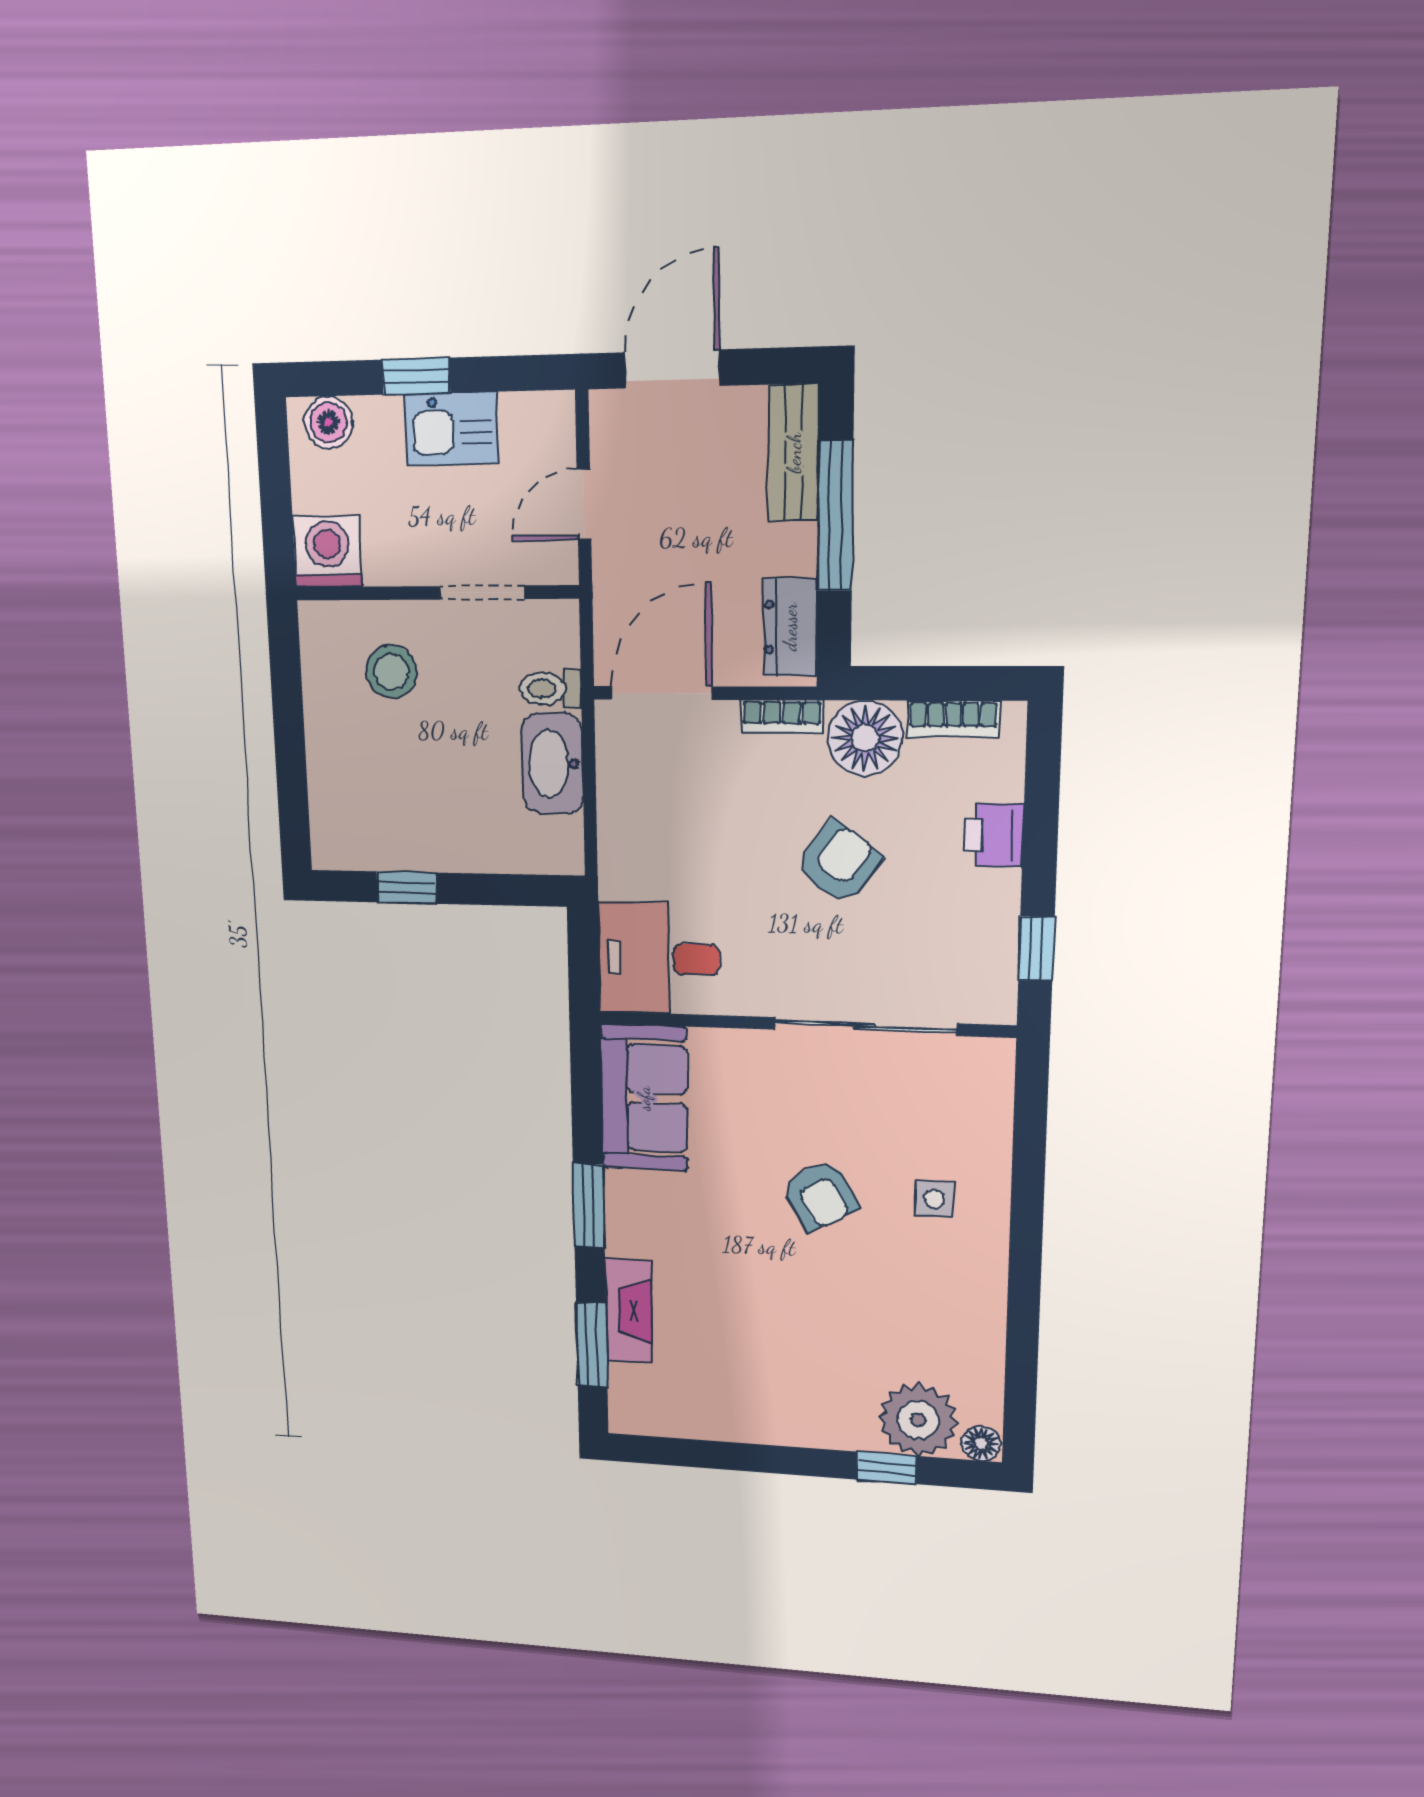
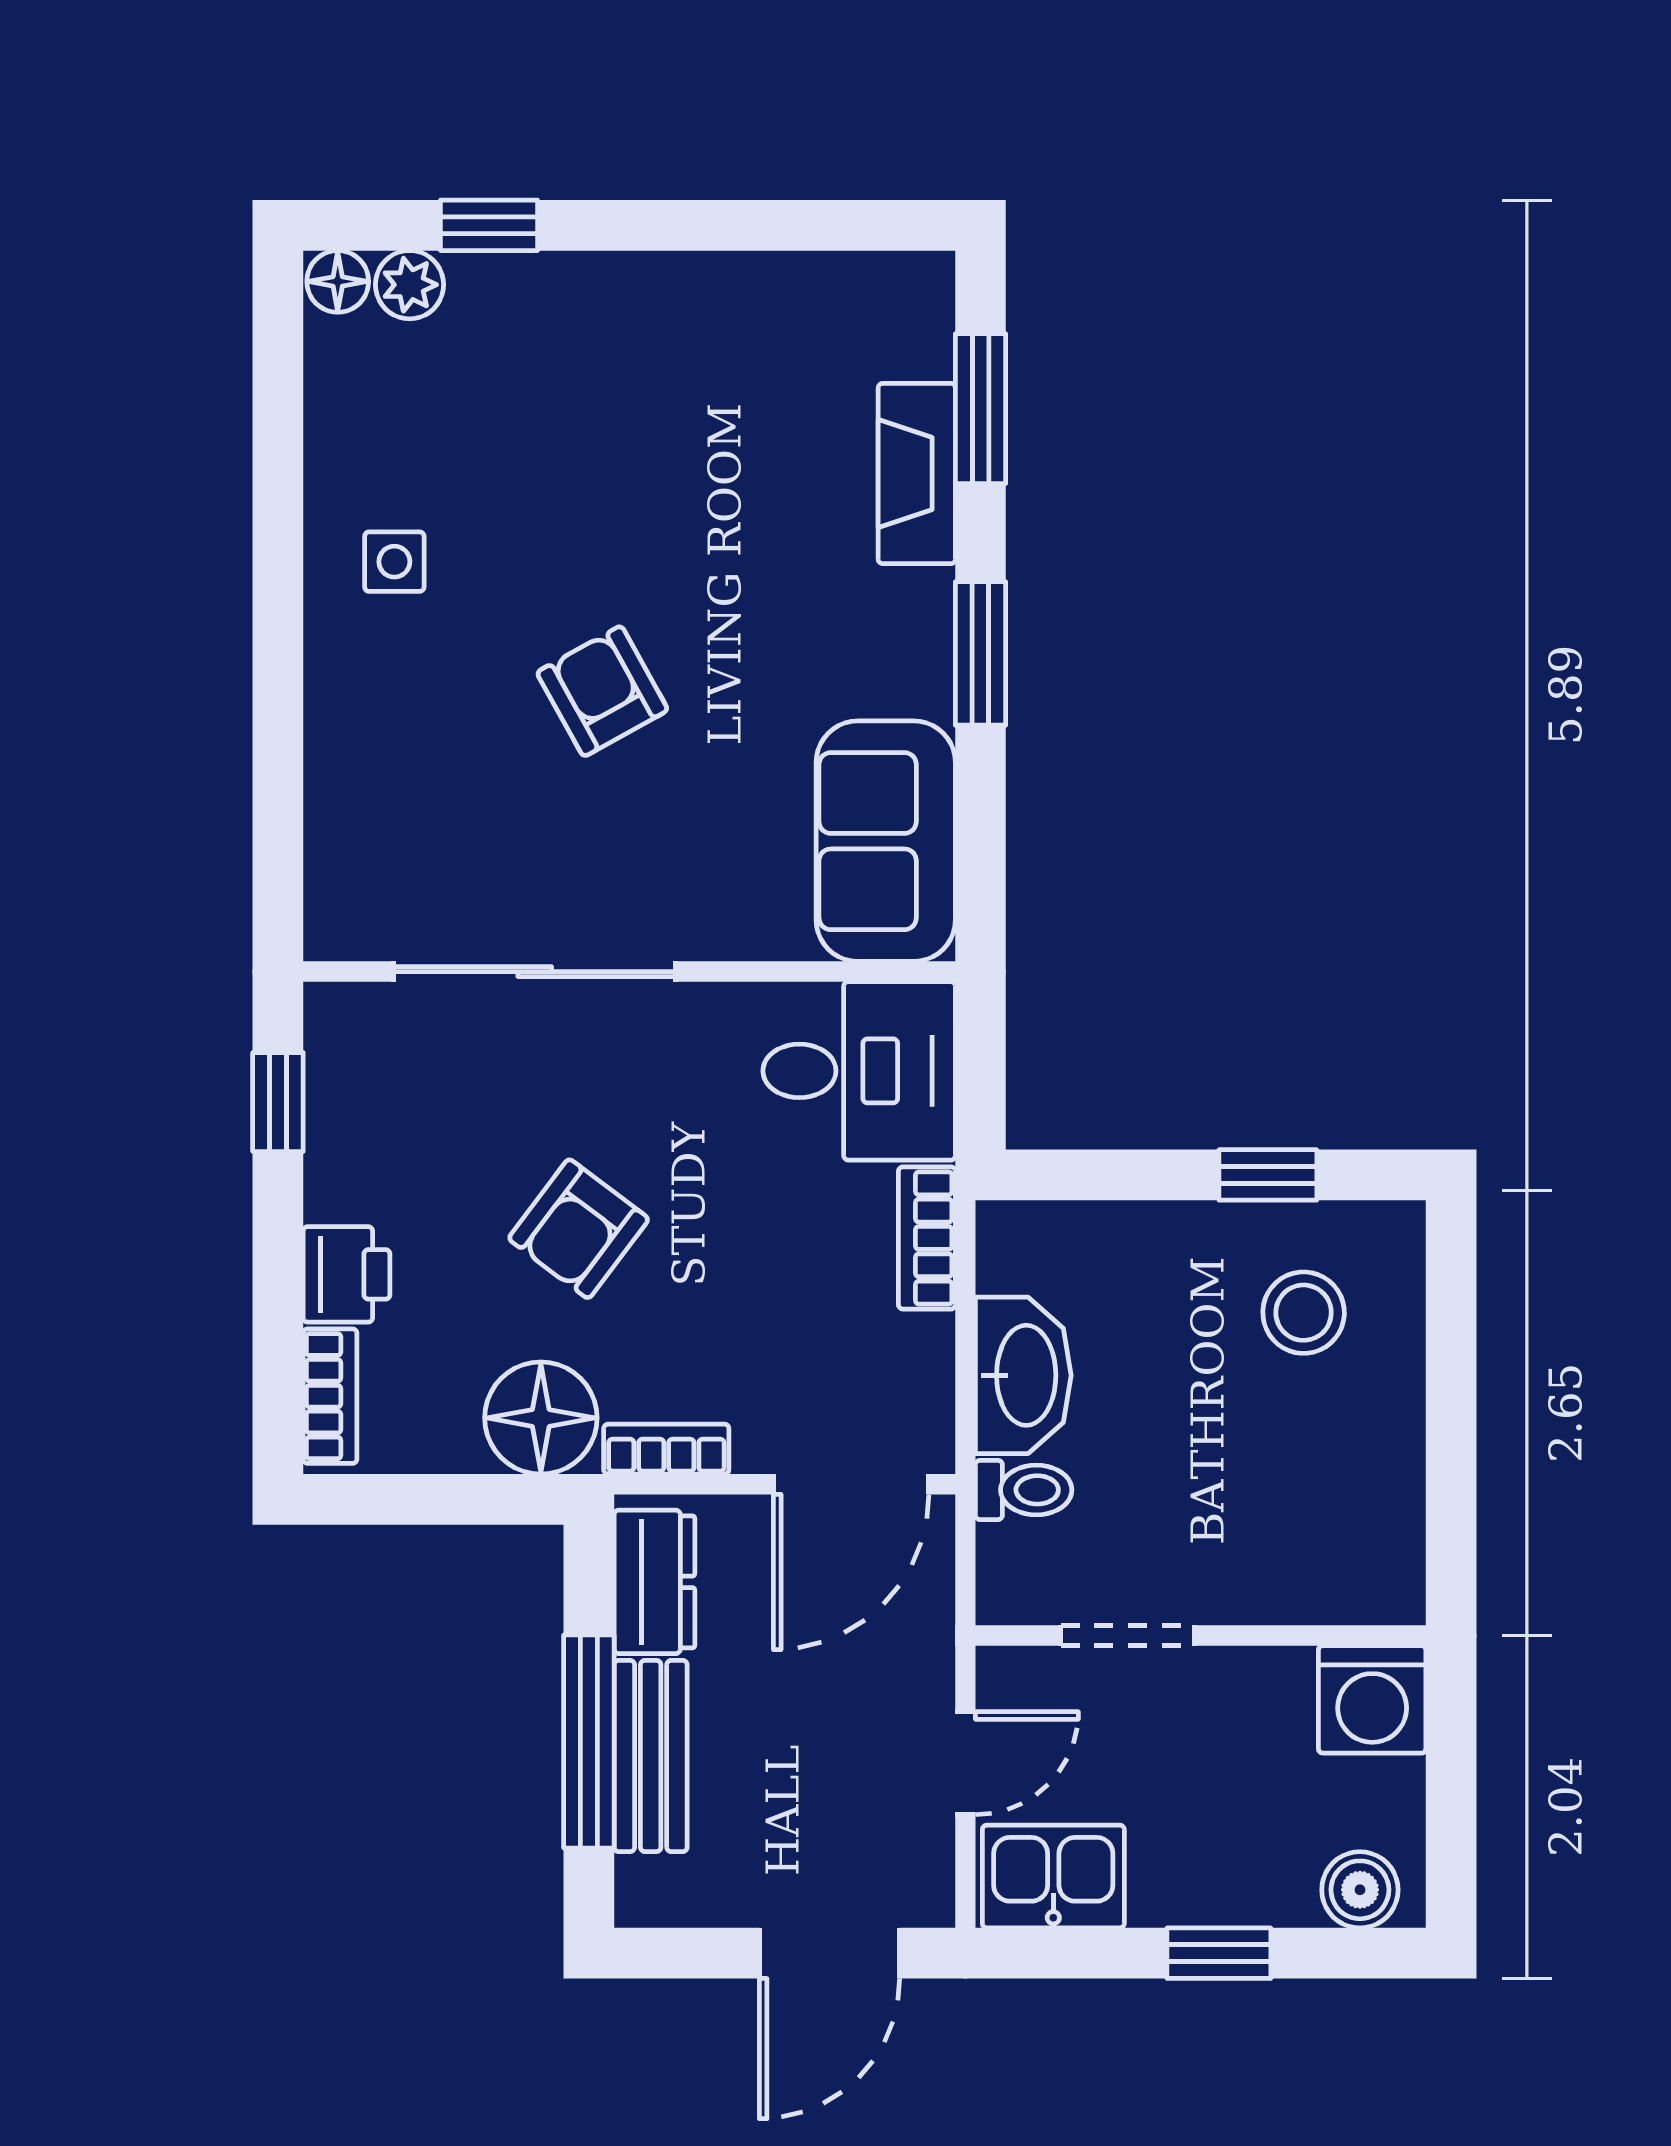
kitchen sink: (451, 429) -> (1053, 1877), moved
bench: (794, 453) -> (651, 1756), moved
stool: (391, 672) -> (1304, 1313), moved
bookcase: (953, 719) -> (330, 1396), moved, turned 90
bookcase: (615, 852) -> (927, 1238), added
side table: (934, 1199) -> (394, 562), moved
plant: (918, 1420) -> (410, 285), width x0.53, depth x0.53

